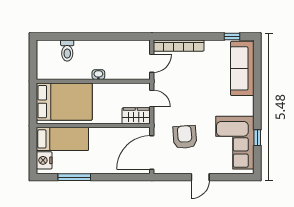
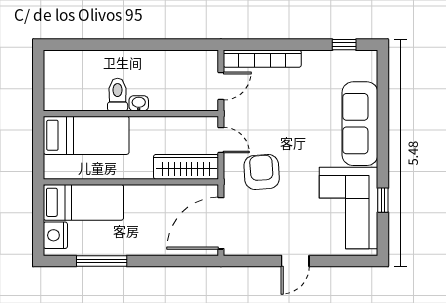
toilet: (67, 50) -> (118, 95), moved, turned 180
sofa: (242, 68) -> (360, 124), moved
bed: (64, 102) -> (86, 135), width x0.67
wardrobe: (136, 116) -> (186, 167), width x1.50
armchair: (185, 137) -> (262, 172), moved

